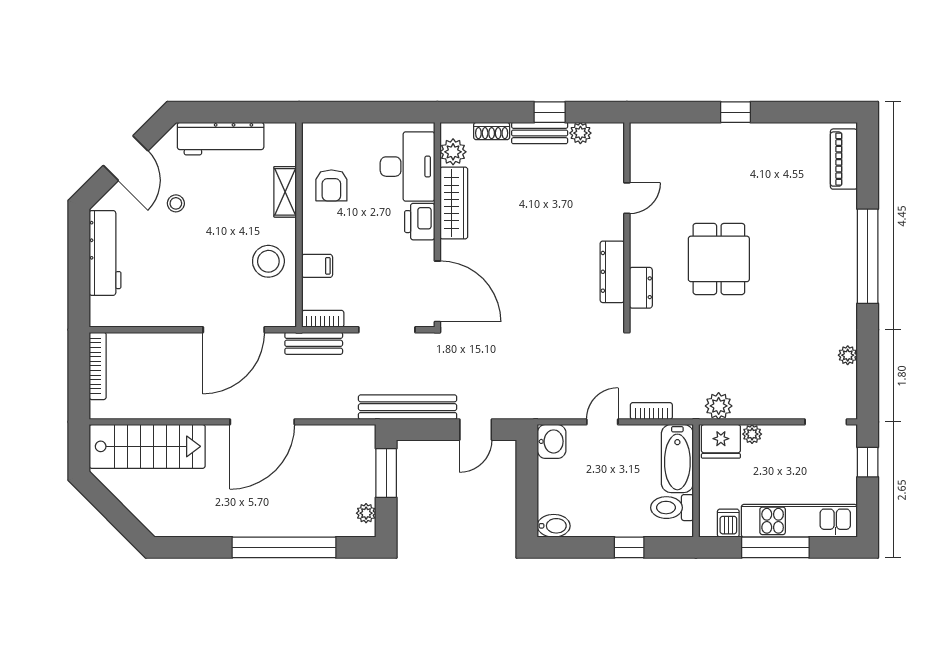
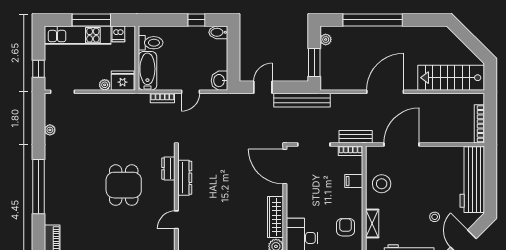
printer: (420, 222) -> (295, 206), removed
workbench: (105, 253) -> (472, 180), width x1.36, depth x1.32
plant: (719, 406) -> (124, 101), removed
window: (629, 547) -> (196, 20), moved

